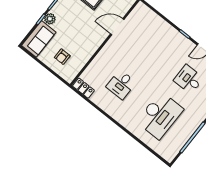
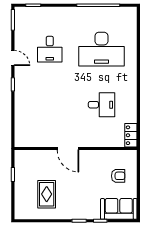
plant: (50, 19) -> (94, 213), removed
door: (117, 27) -> (68, 149), moved
desk: (160, 115) -> (101, 49), turned 180

